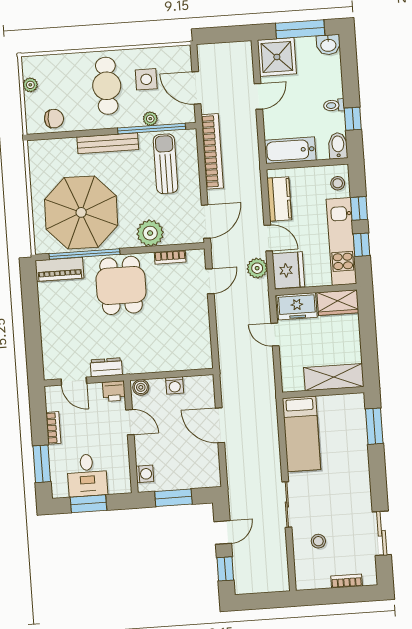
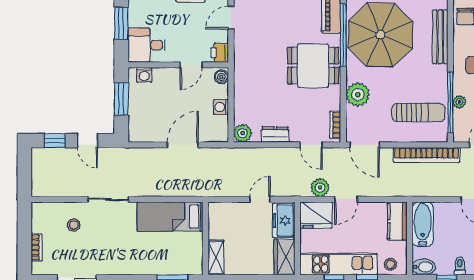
bench: (108, 143) -> (440, 37), moved
kitchen counter: (279, 199) -> (397, 221), moved, turned 90
bookcase: (170, 257) -> (335, 125), moved
plant: (202, 359) -> (243, 133), added
dresser: (106, 367) -> (275, 135), moved, turned -90
shelving: (334, 377) -> (216, 257), width x0.67, depth x0.75
desk: (87, 475) -> (147, 45), moved

